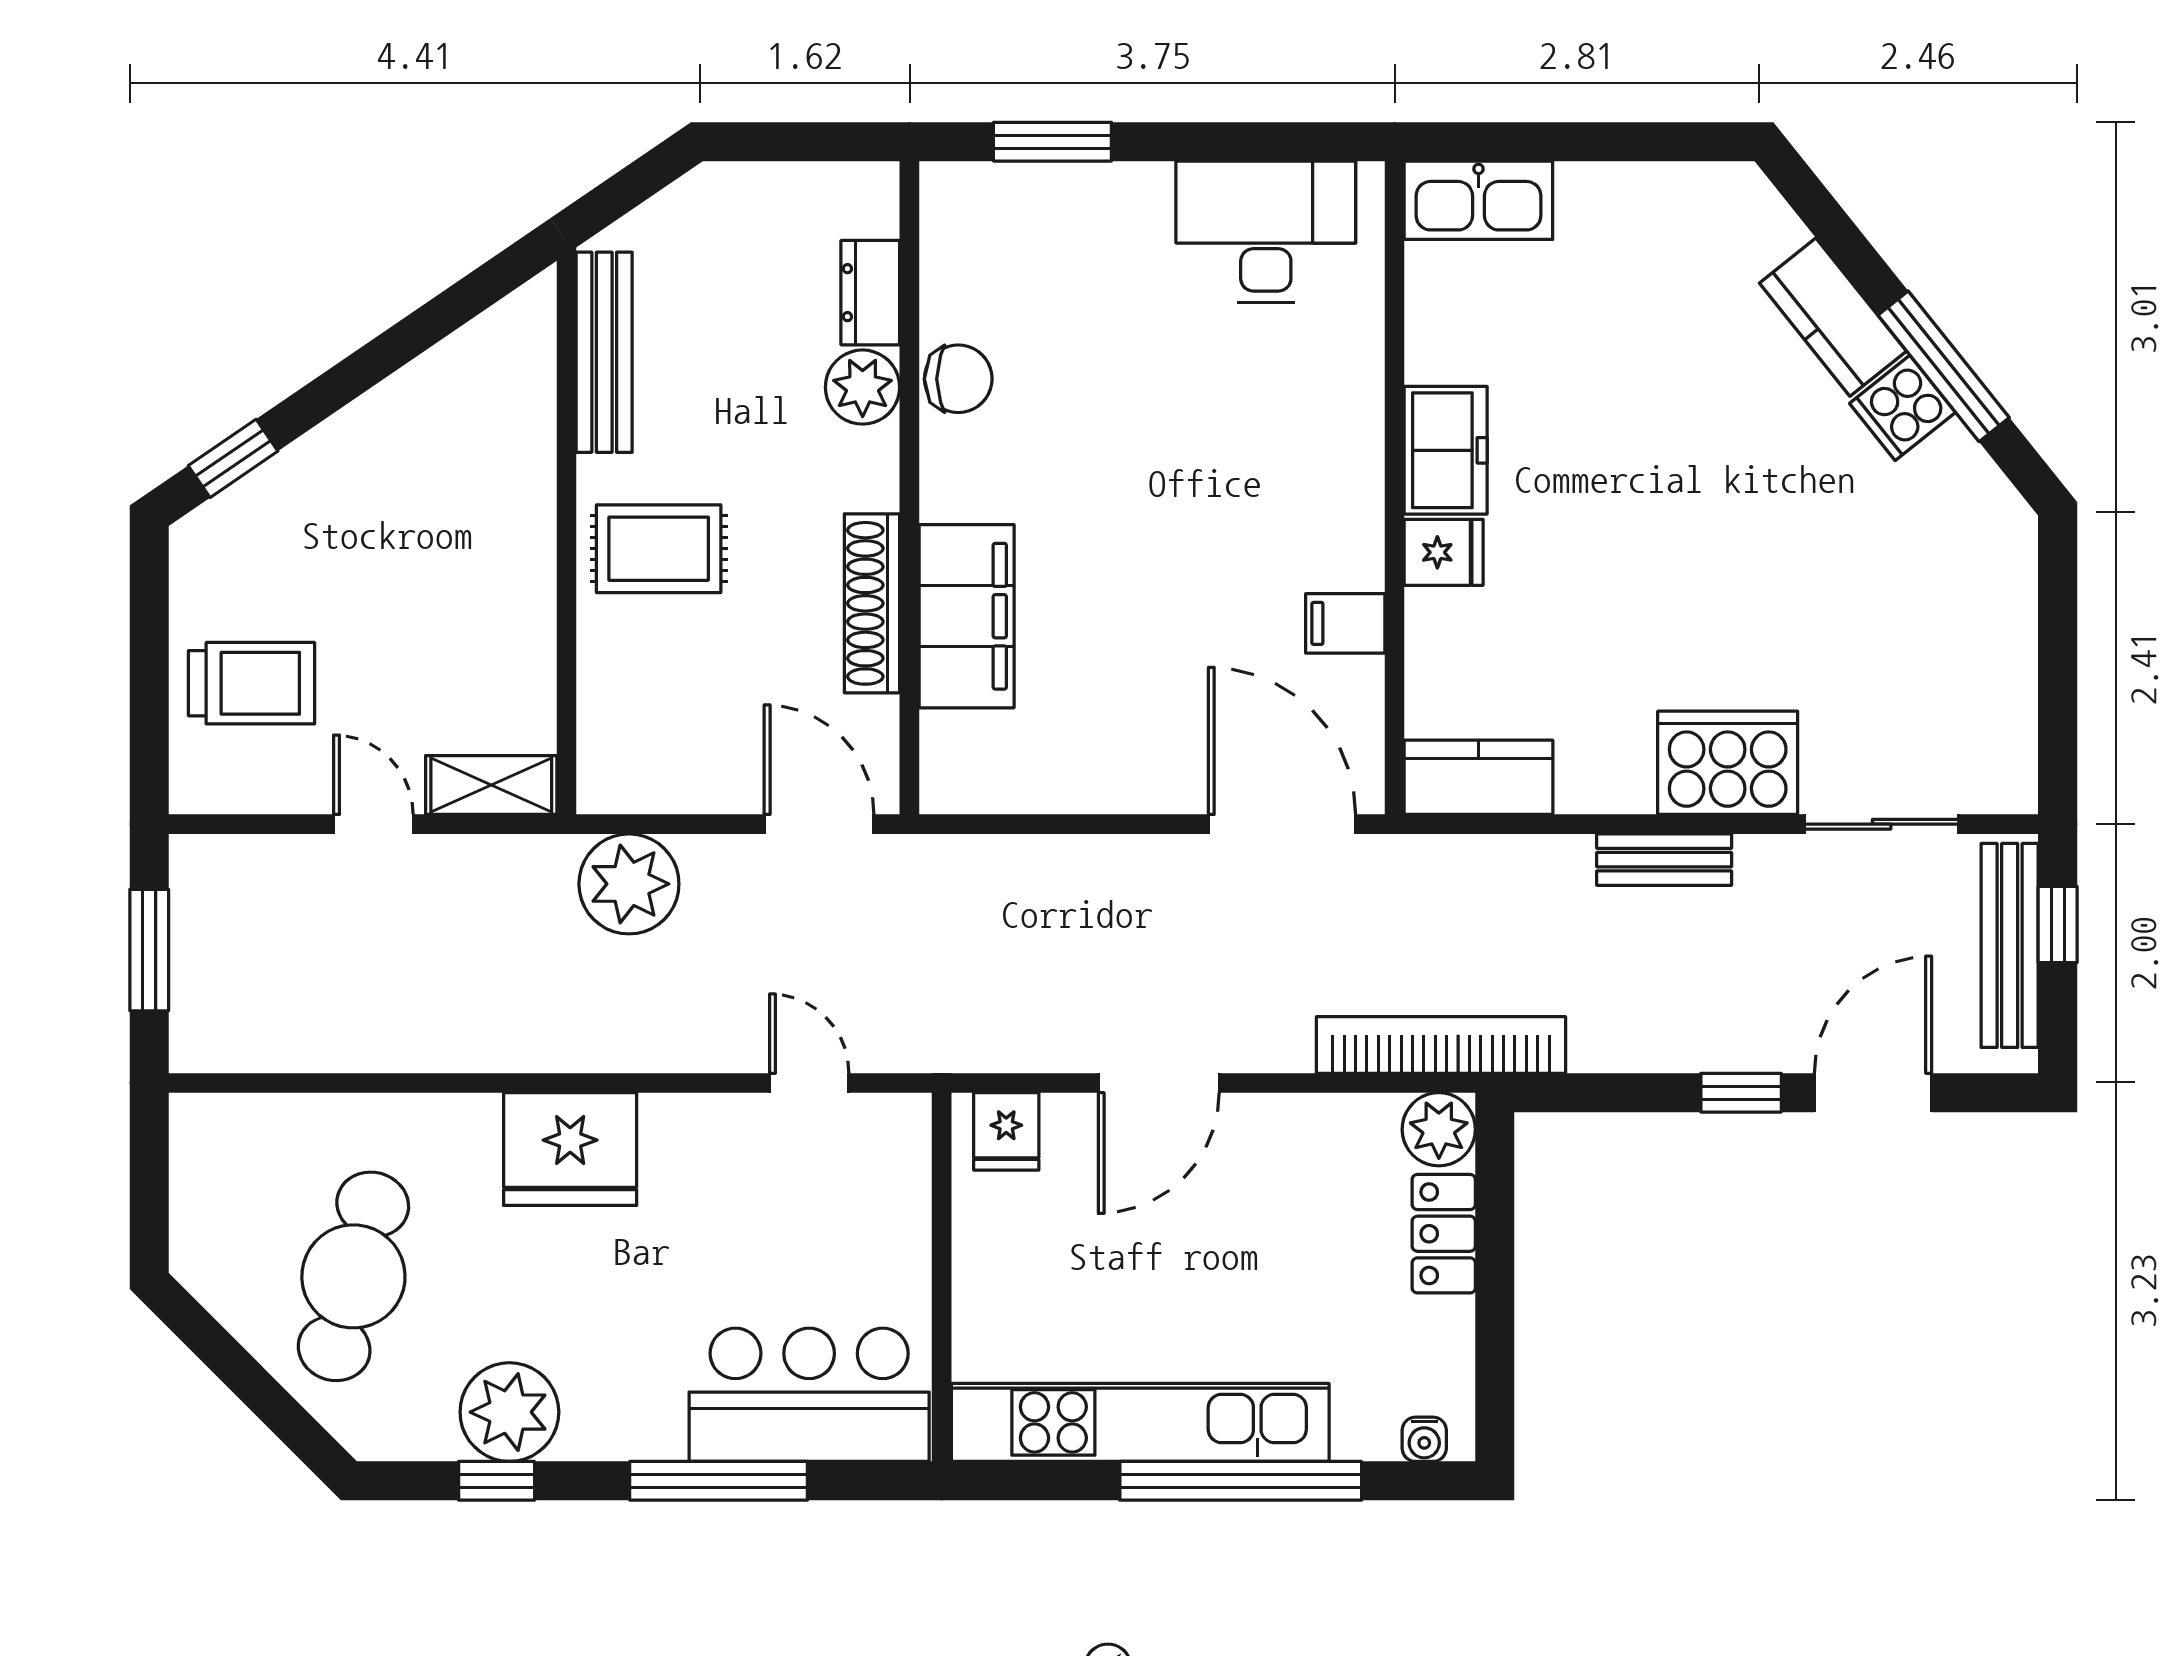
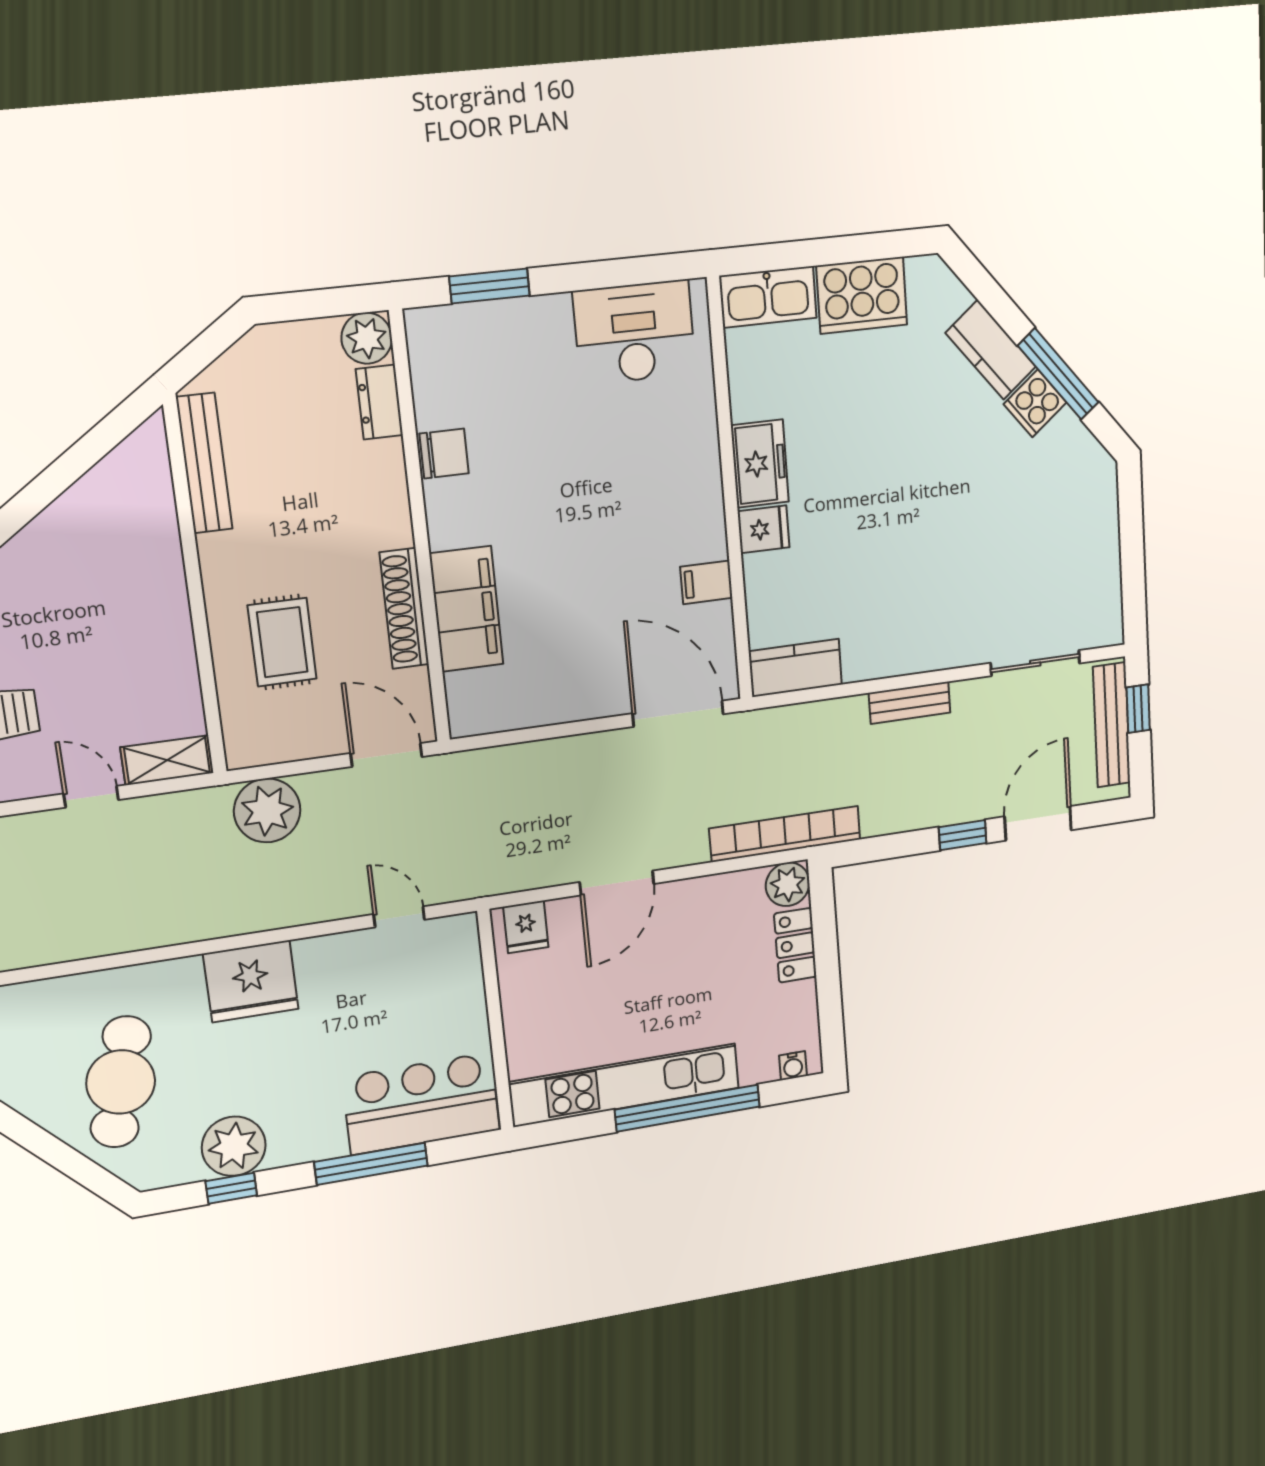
plant: (863, 387) -> (367, 338), moved
rug: (659, 549) -> (282, 642), moved, turned 90
cooker: (1728, 763) -> (862, 295), moved, turned 180

